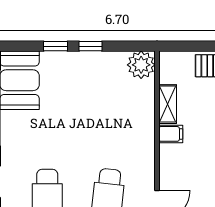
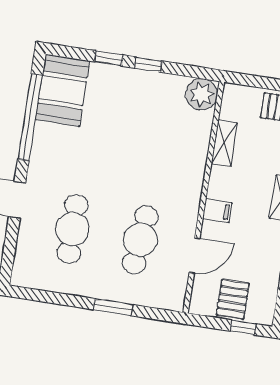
filing cabinet: (171, 134) -> (217, 211), moved

